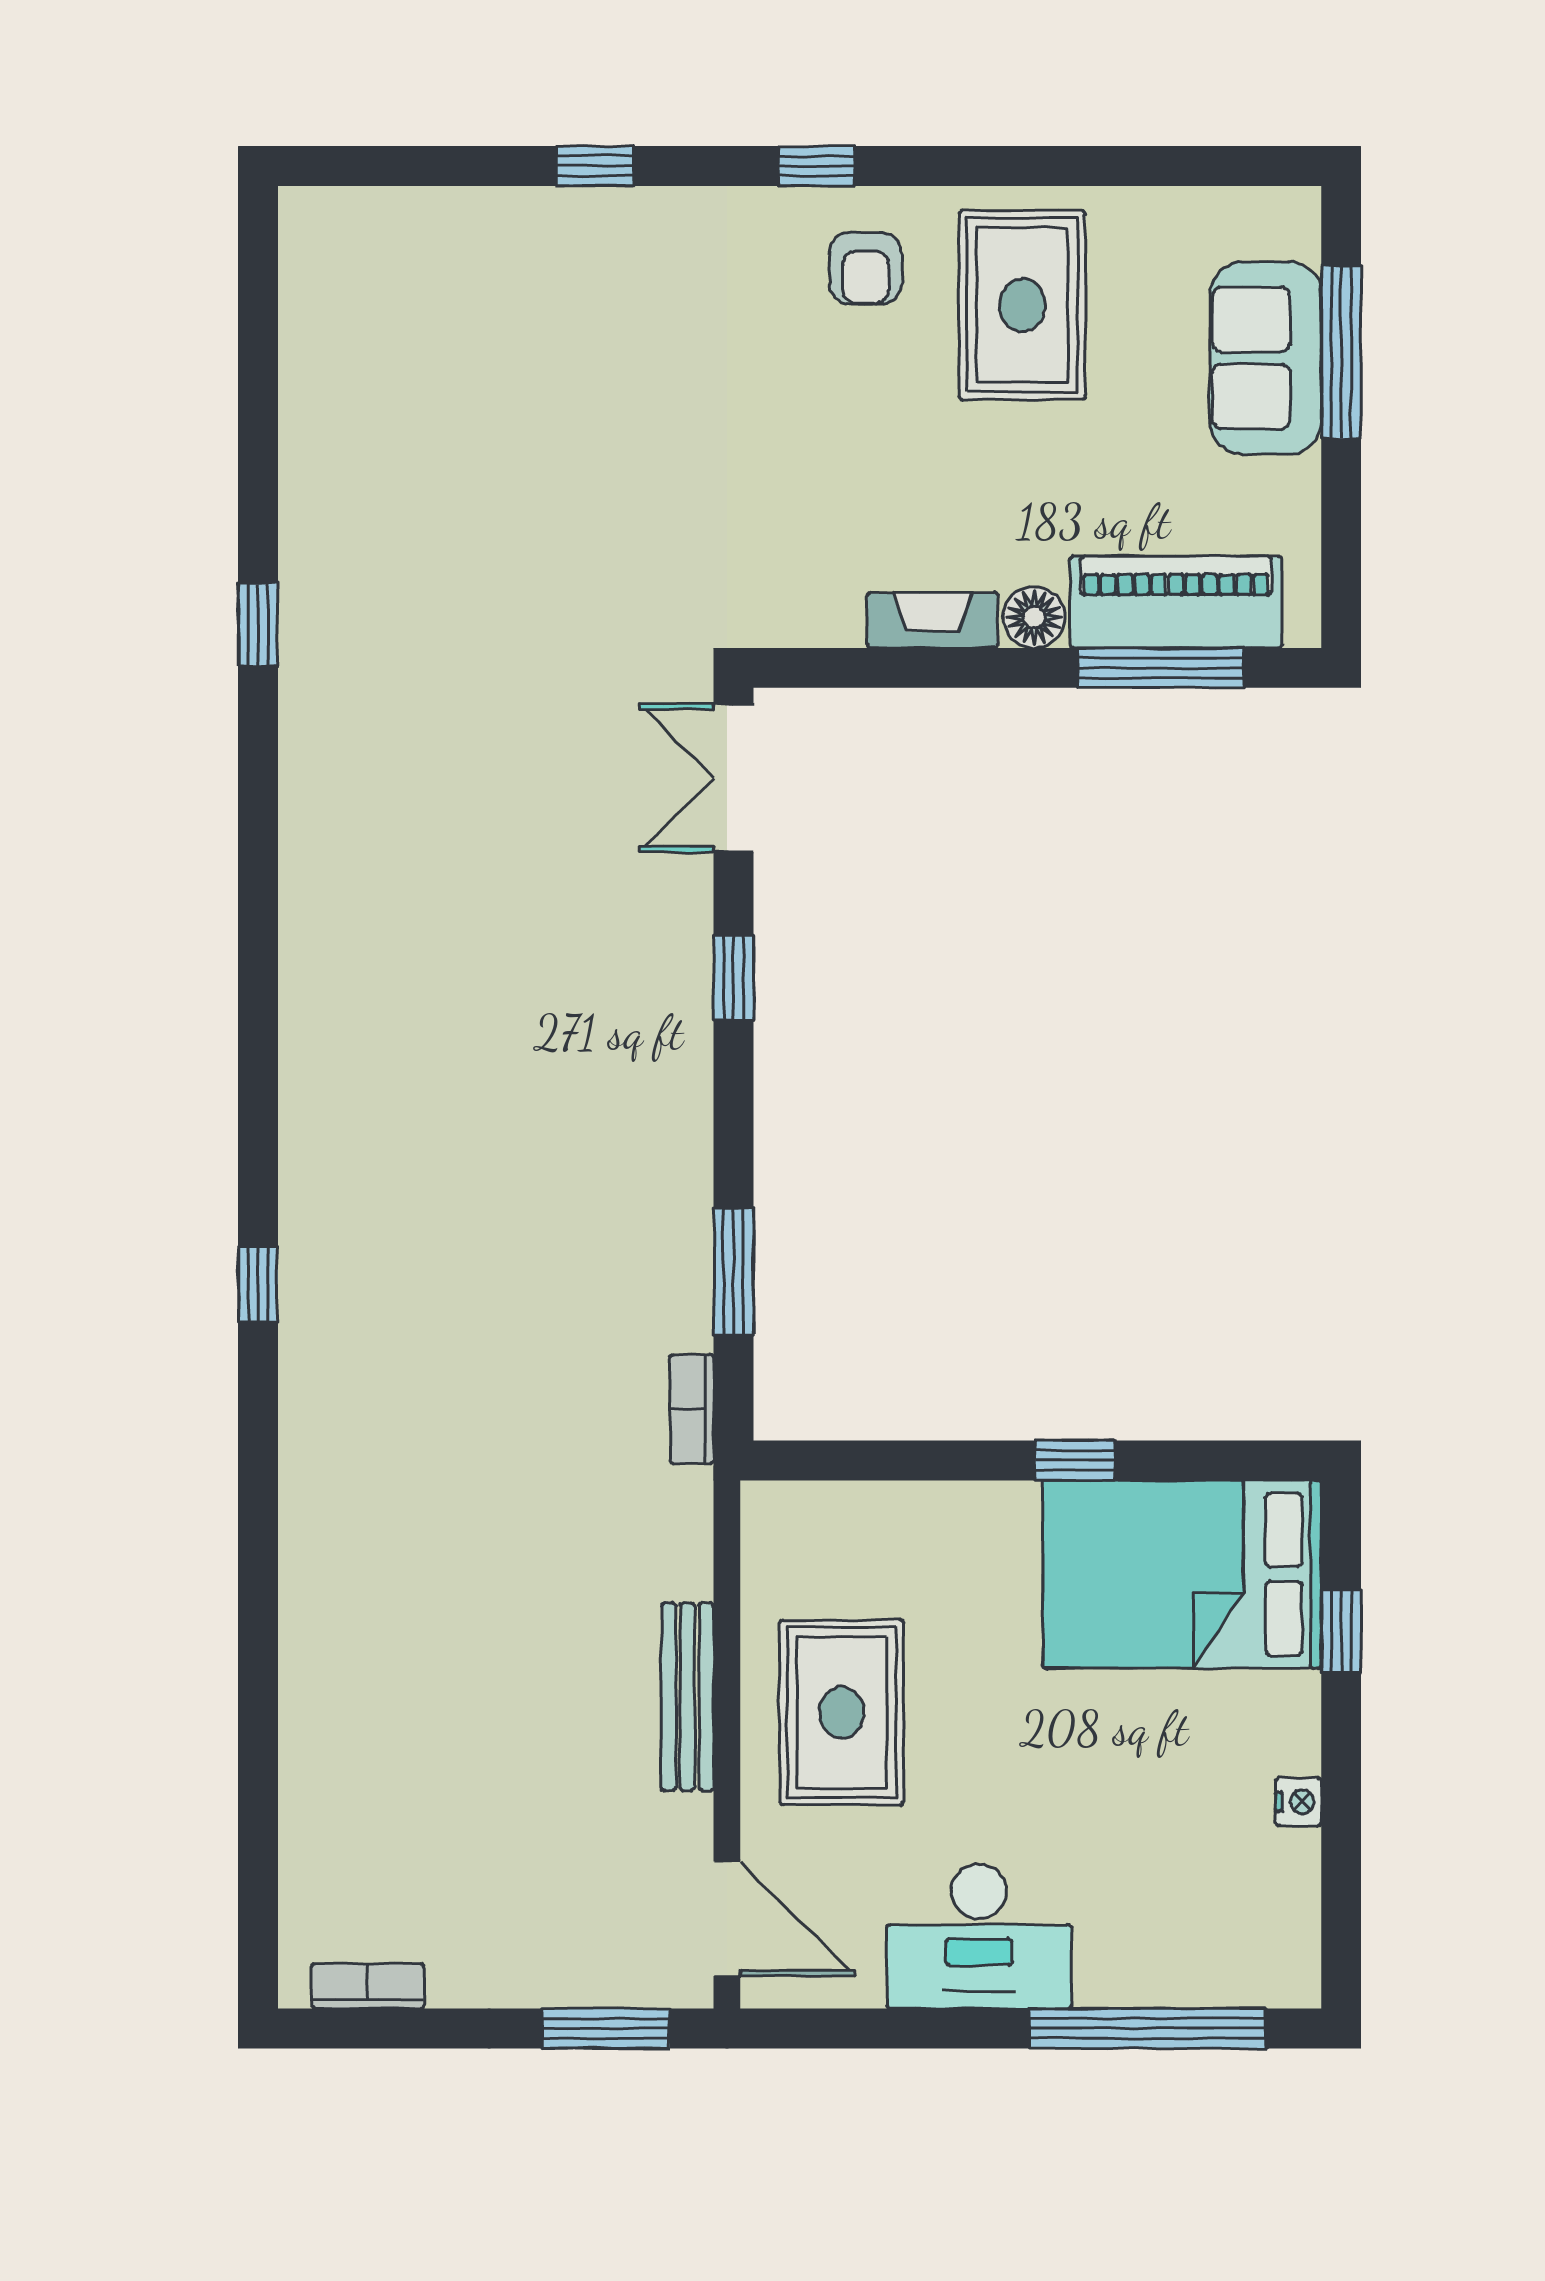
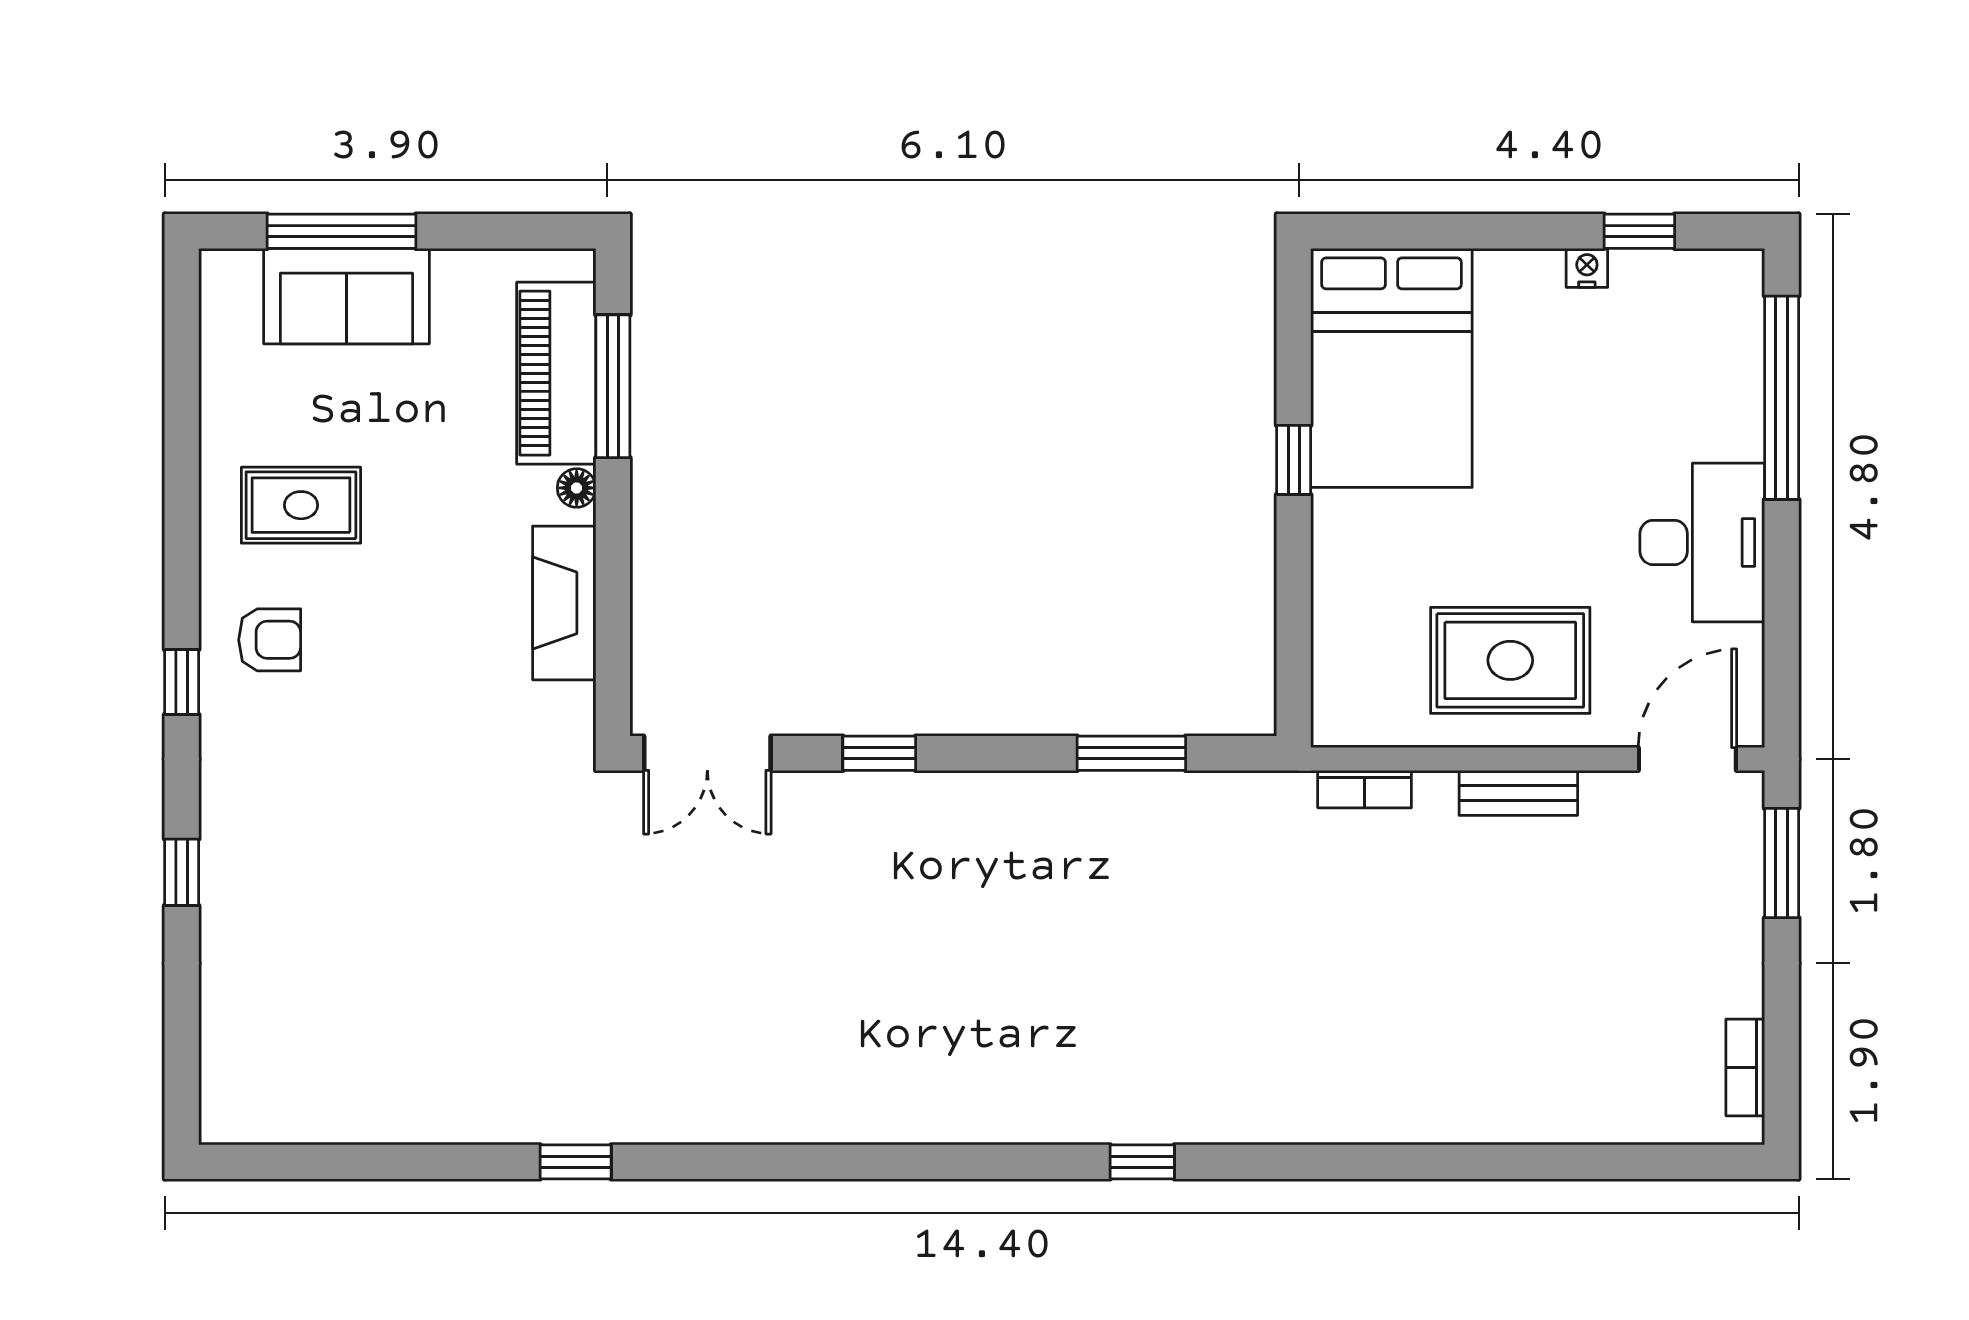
rug: (1022, 305) -> (301, 505), width x0.73, depth x0.70
floor lamp: (1034, 617) -> (577, 488), width x0.73, depth x0.73
fireplace: (933, 620) -> (564, 603), width x1.37, depth x1.32
bookcase: (692, 1409) -> (1365, 789), moved
window: (1341, 1632) -> (1639, 231), moved
bench: (687, 1697) -> (1518, 793), width x0.73

